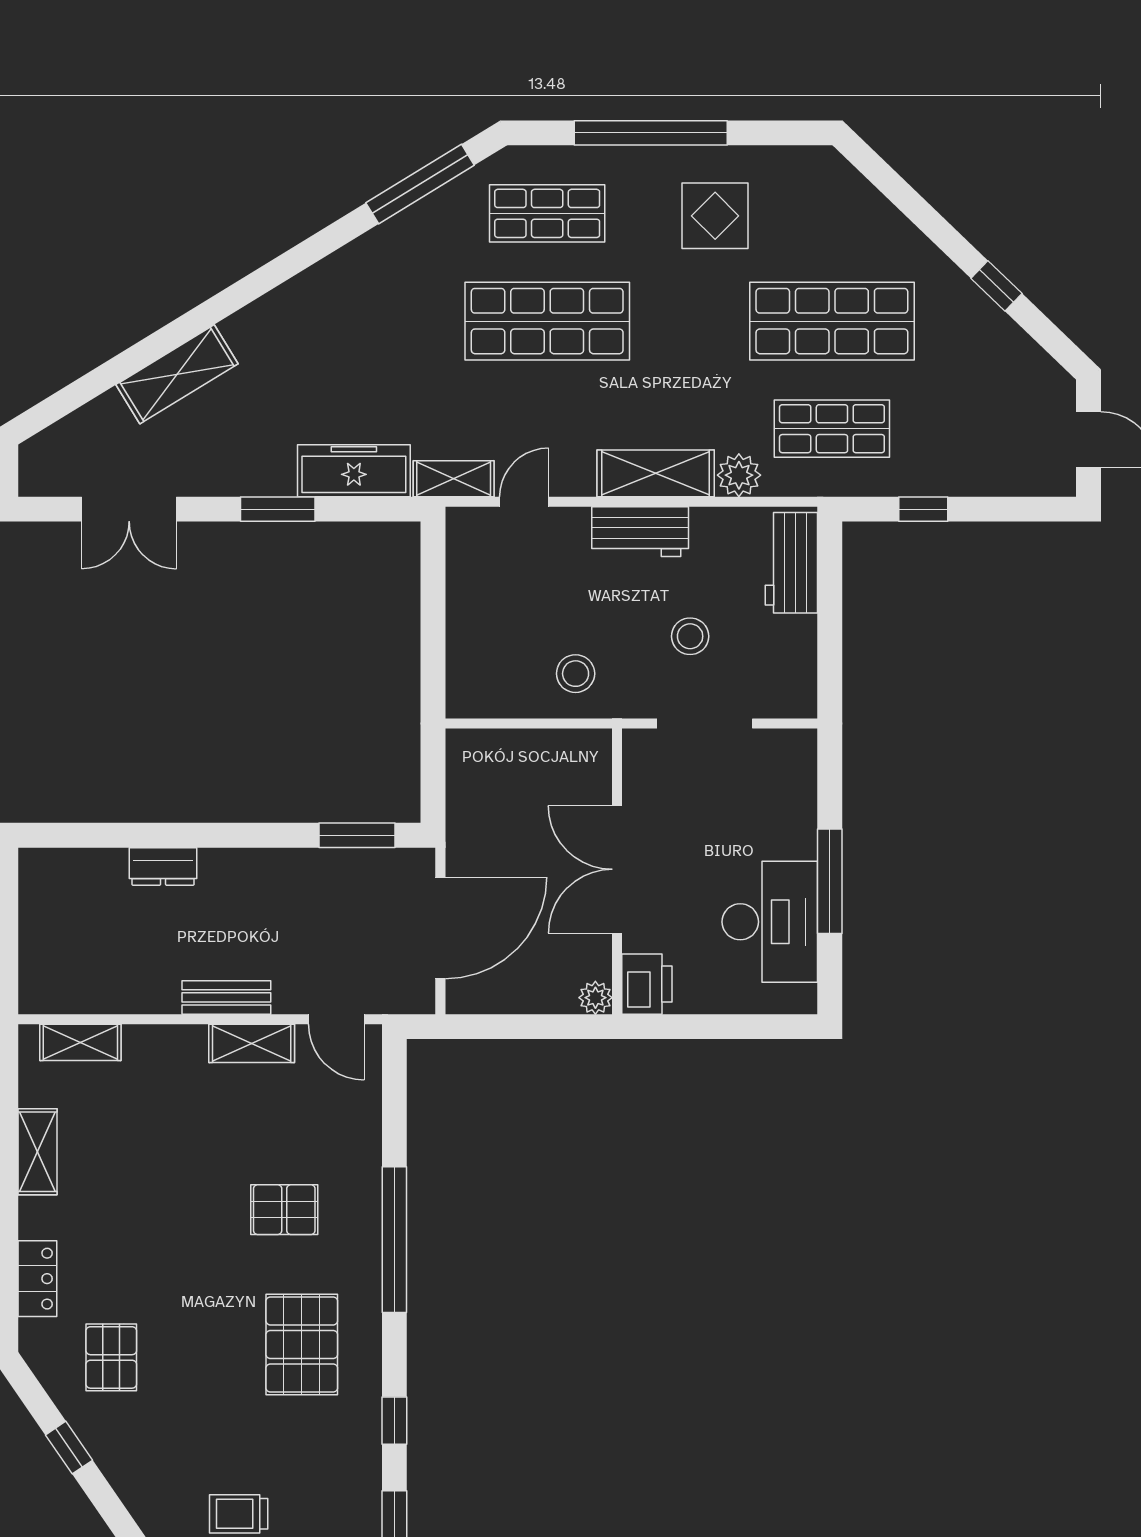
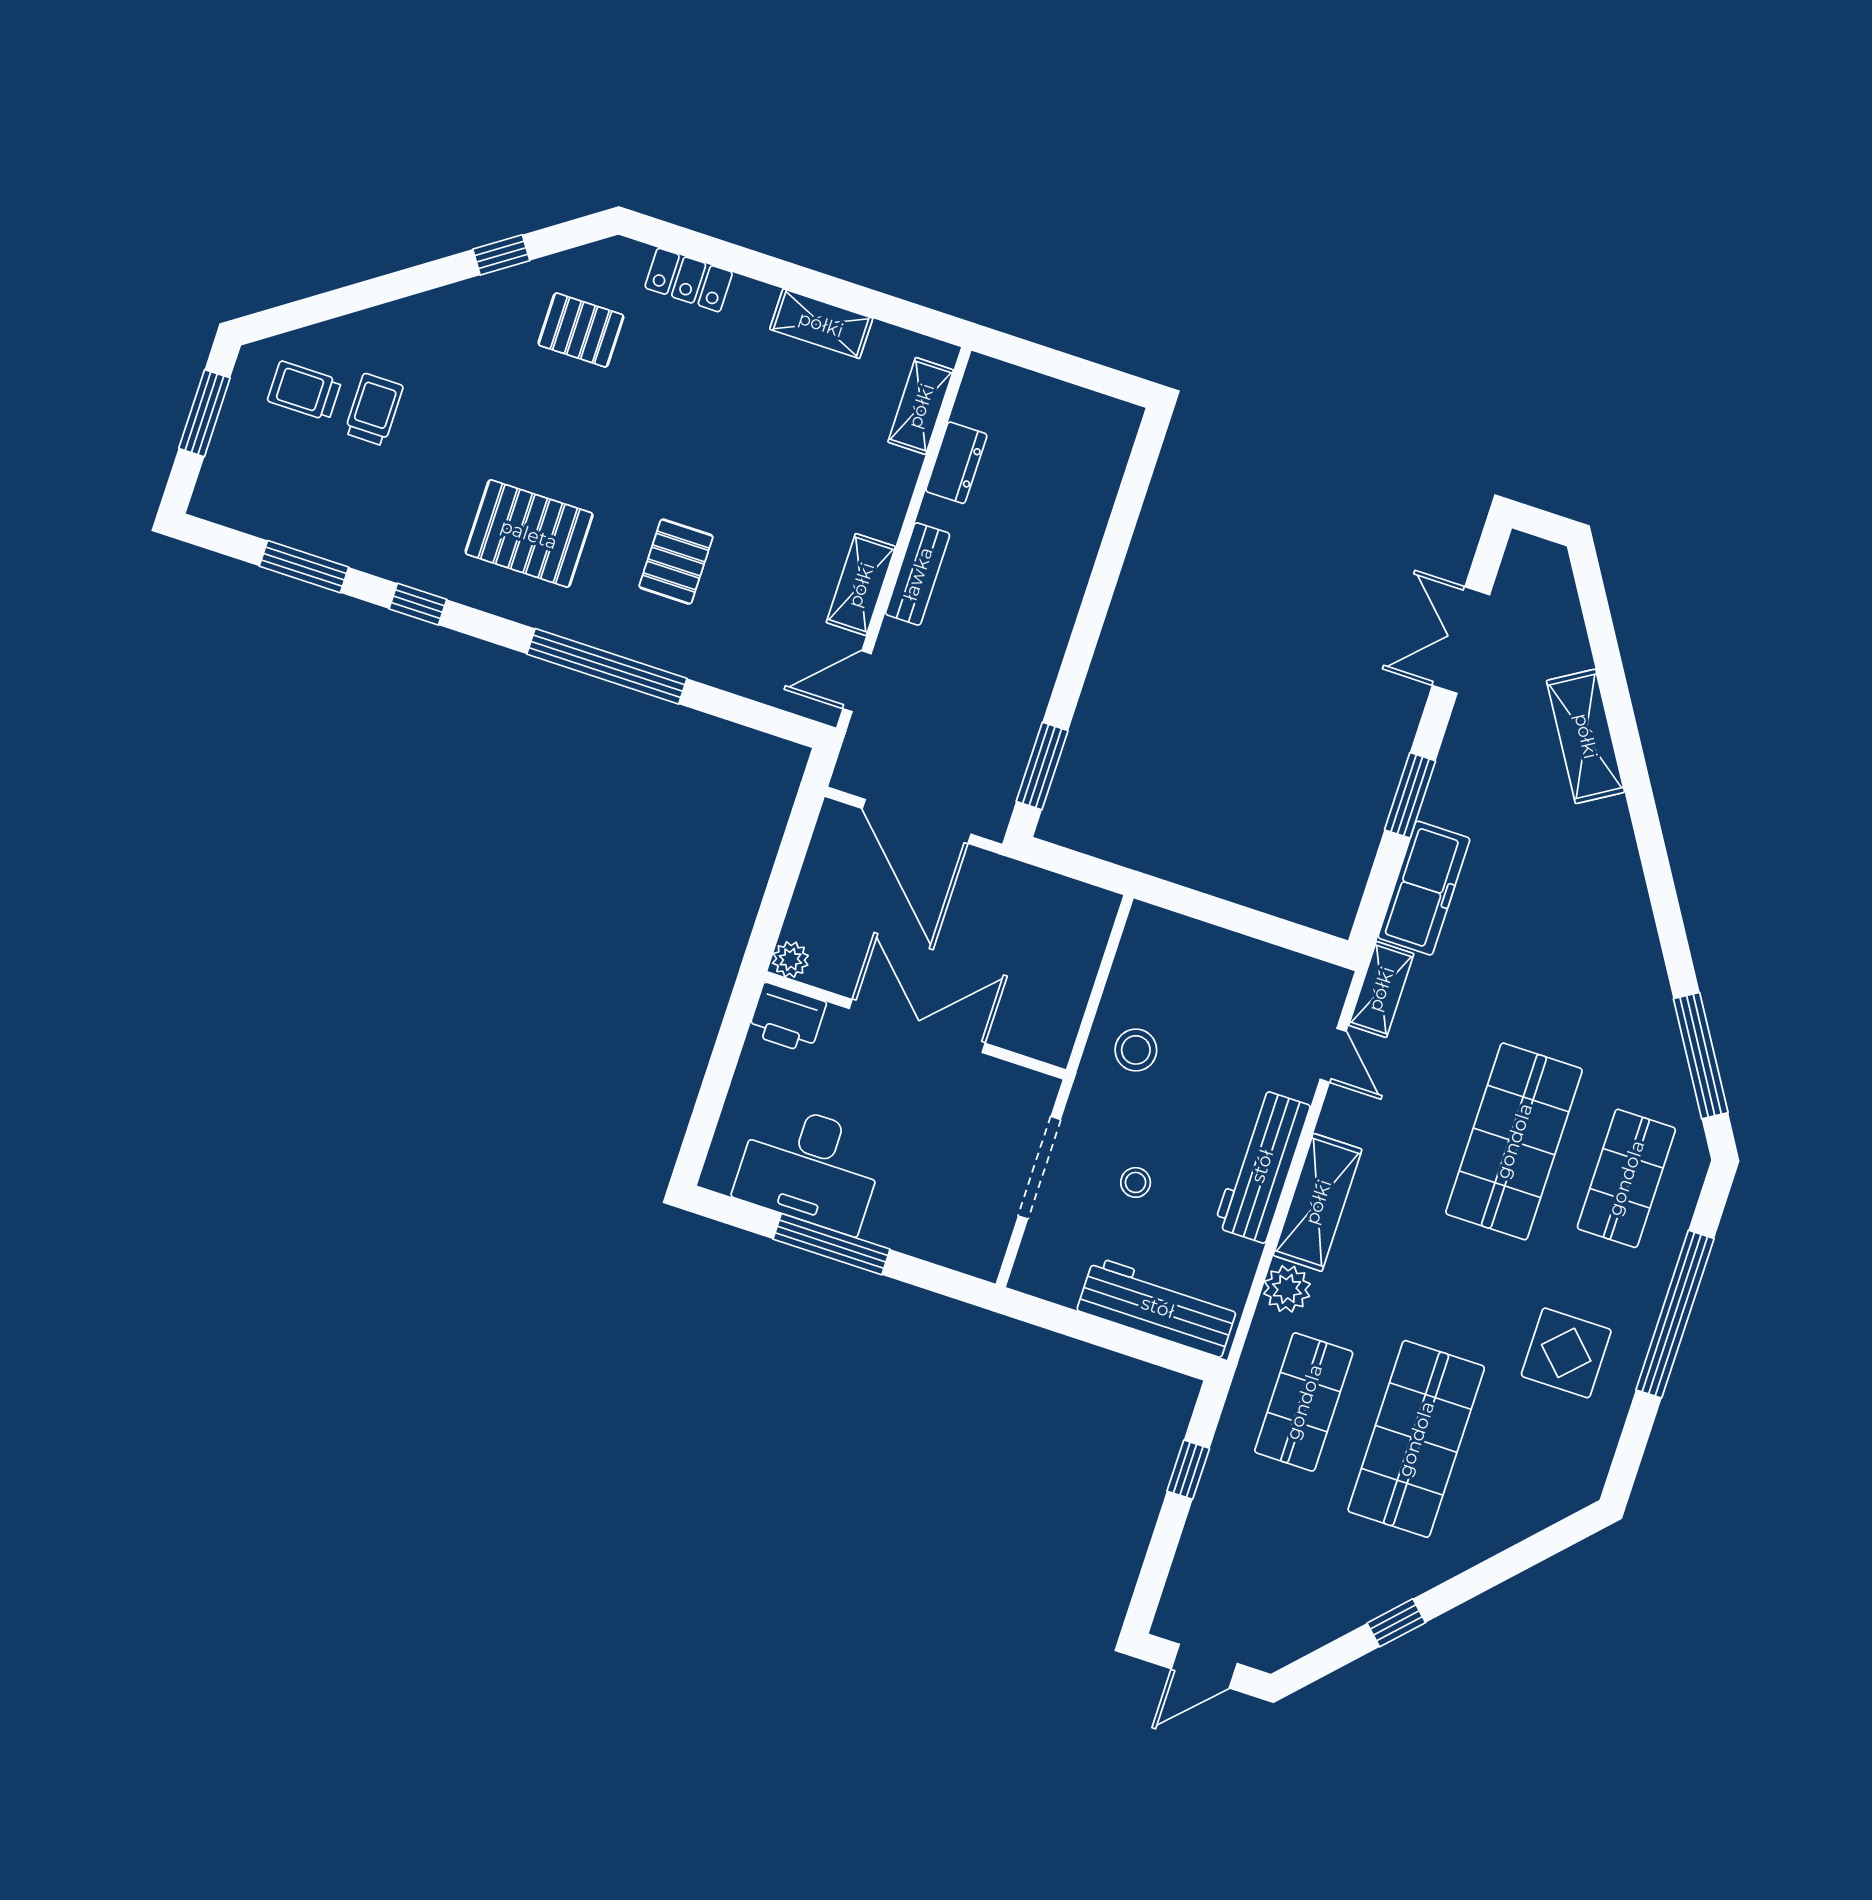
workbench: (640, 532) -> (1262, 1166), width x1.38
workbench: (791, 563) -> (1158, 1307), width x1.37
stool: (690, 636) -> (1136, 1182), width x0.73, depth x0.73
dresser: (163, 866) -> (956, 463), moved, turned 180

